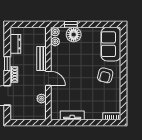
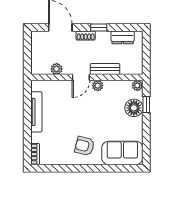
plant: (55, 42) -> (98, 86), moved
tv unit: (72, 115) -> (36, 112), width x1.41

